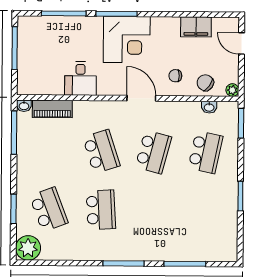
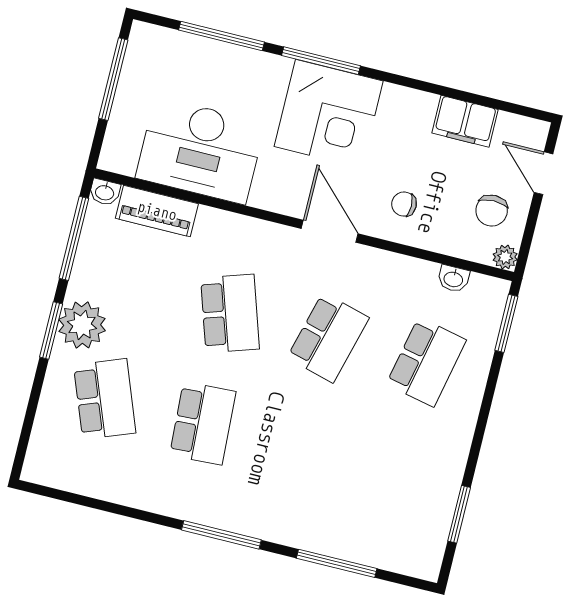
desk: (80, 78) -> (200, 150), width x1.87, depth x1.30
chair: (205, 83) -> (492, 211), moved, turned -126
window: (240, 196) -> (459, 514), moved
window: (13, 209) -> (51, 331), moved
plant: (28, 248) -> (82, 325), moved

